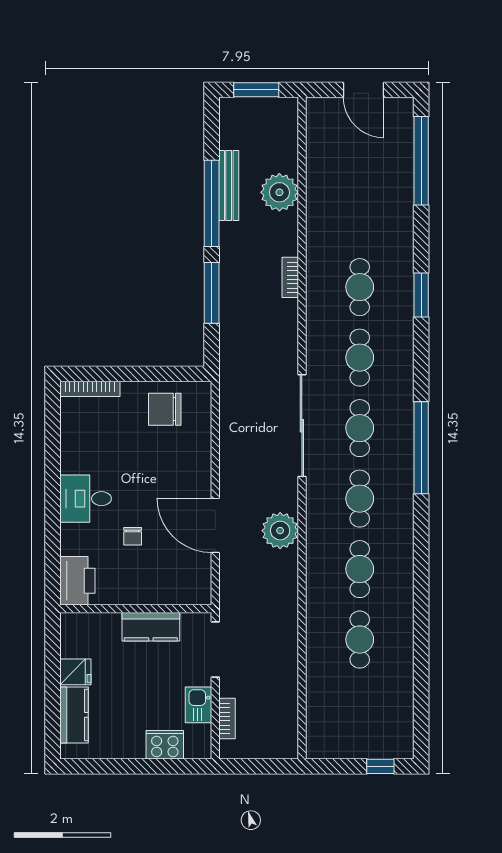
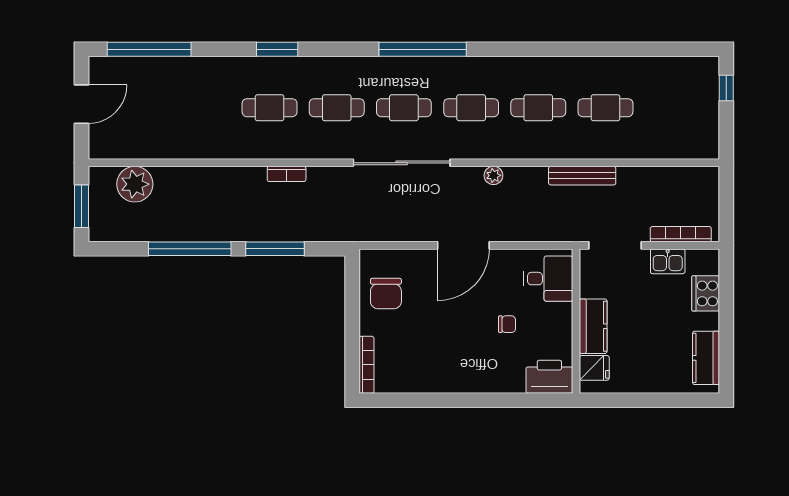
bench: (229, 185) -> (582, 176), moved
plant: (279, 192) -> (135, 184), moved
bookcase: (290, 277) -> (287, 174), moved
desk: (86, 499) -> (548, 279), moved, turned -90
door: (215, 525) -> (463, 245), moved
plant: (280, 531) -> (493, 175), width x0.53, depth x0.53
kitchen counter: (151, 627) -> (593, 326), moved
fridge: (75, 672) -> (594, 368), moved, turned 90
kitchen counter: (74, 715) -> (706, 358), moved, turned -90
bookcase: (227, 719) -> (681, 234), width x1.56

